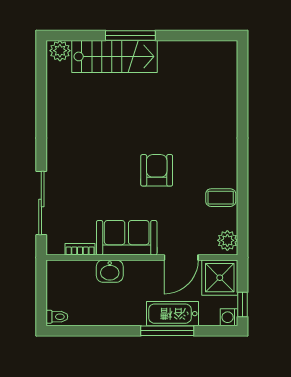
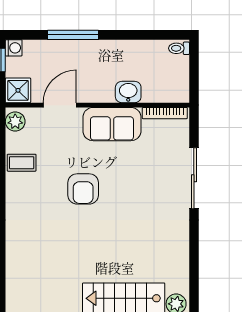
sliding door: (41, 203) -> (194, 178), moved
bookcase: (80, 249) -> (165, 113), width x1.56
shower: (220, 278) -> (18, 90), width x0.73, depth x0.73
bathtub: (173, 314) -> (68, 51), removed

